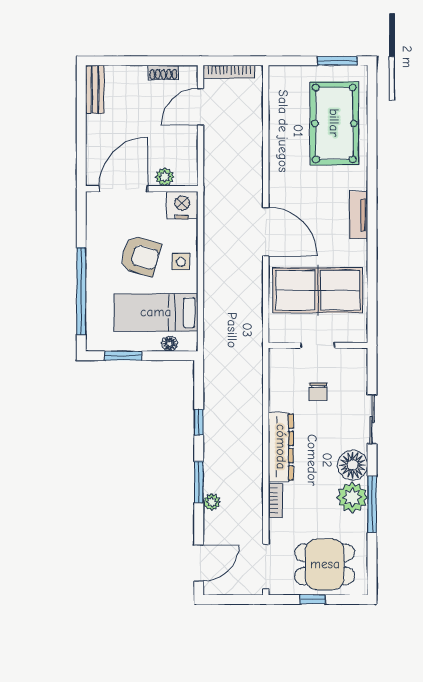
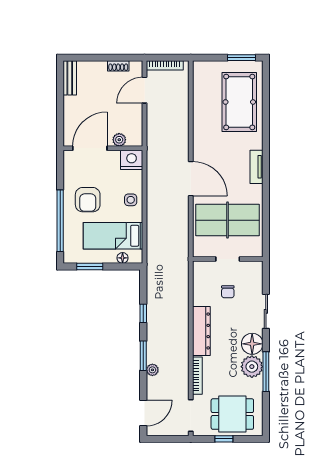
armchair: (140, 256) -> (88, 200), moved, turned 74
bookcase: (275, 501) -> (197, 376), width x1.56

